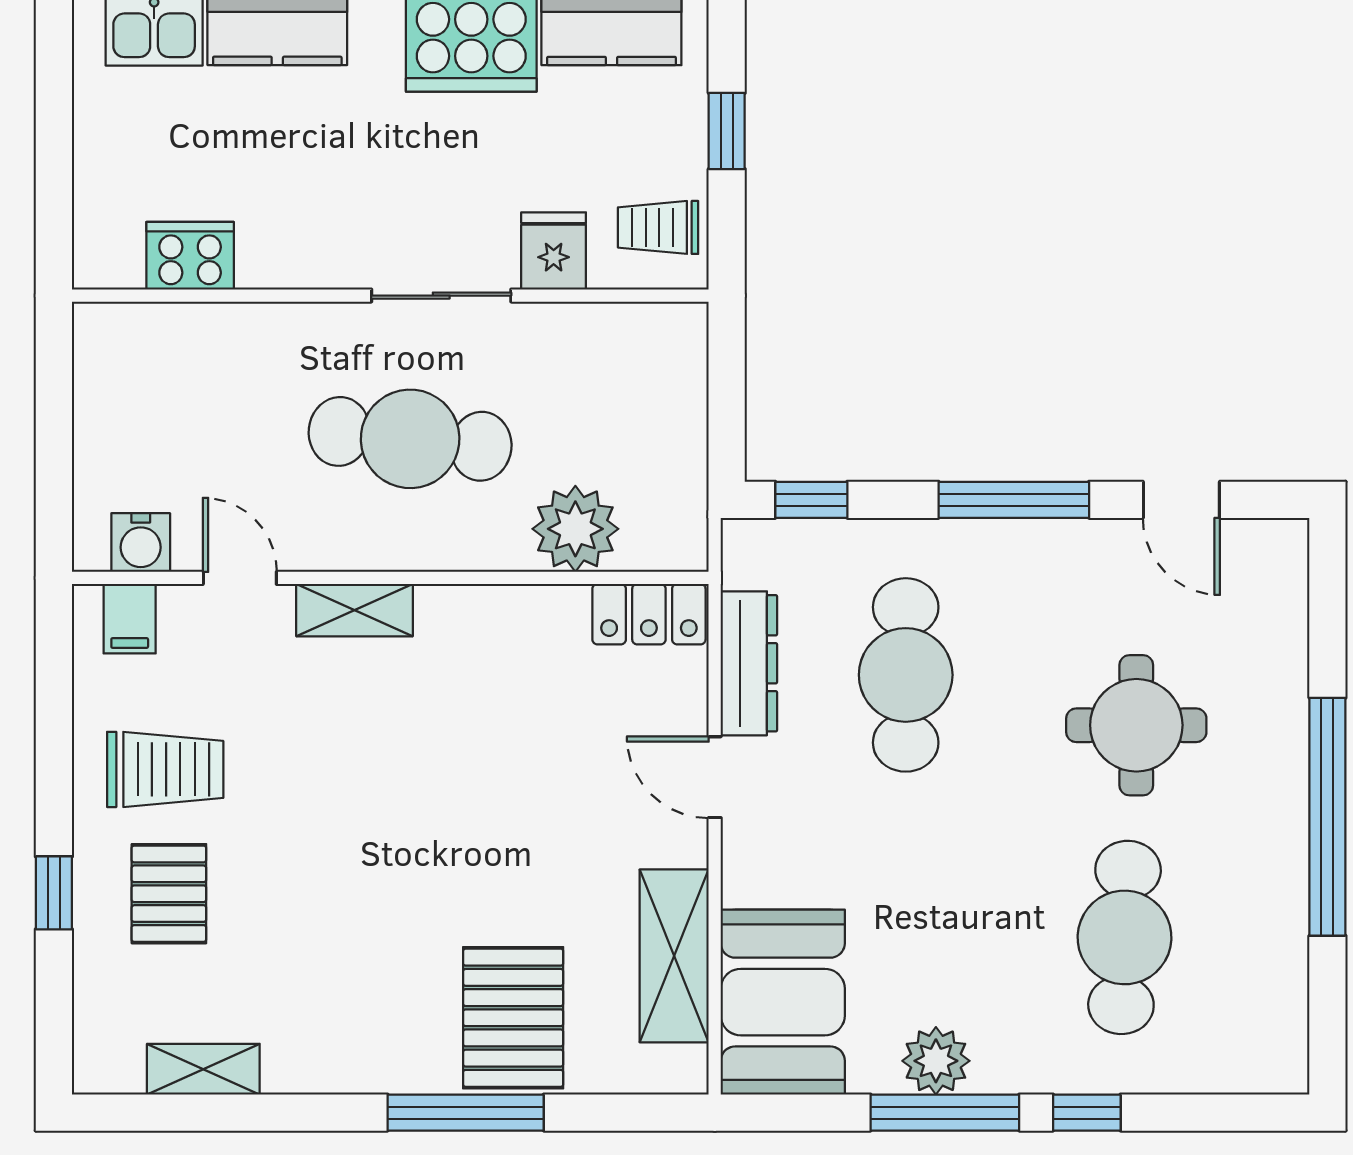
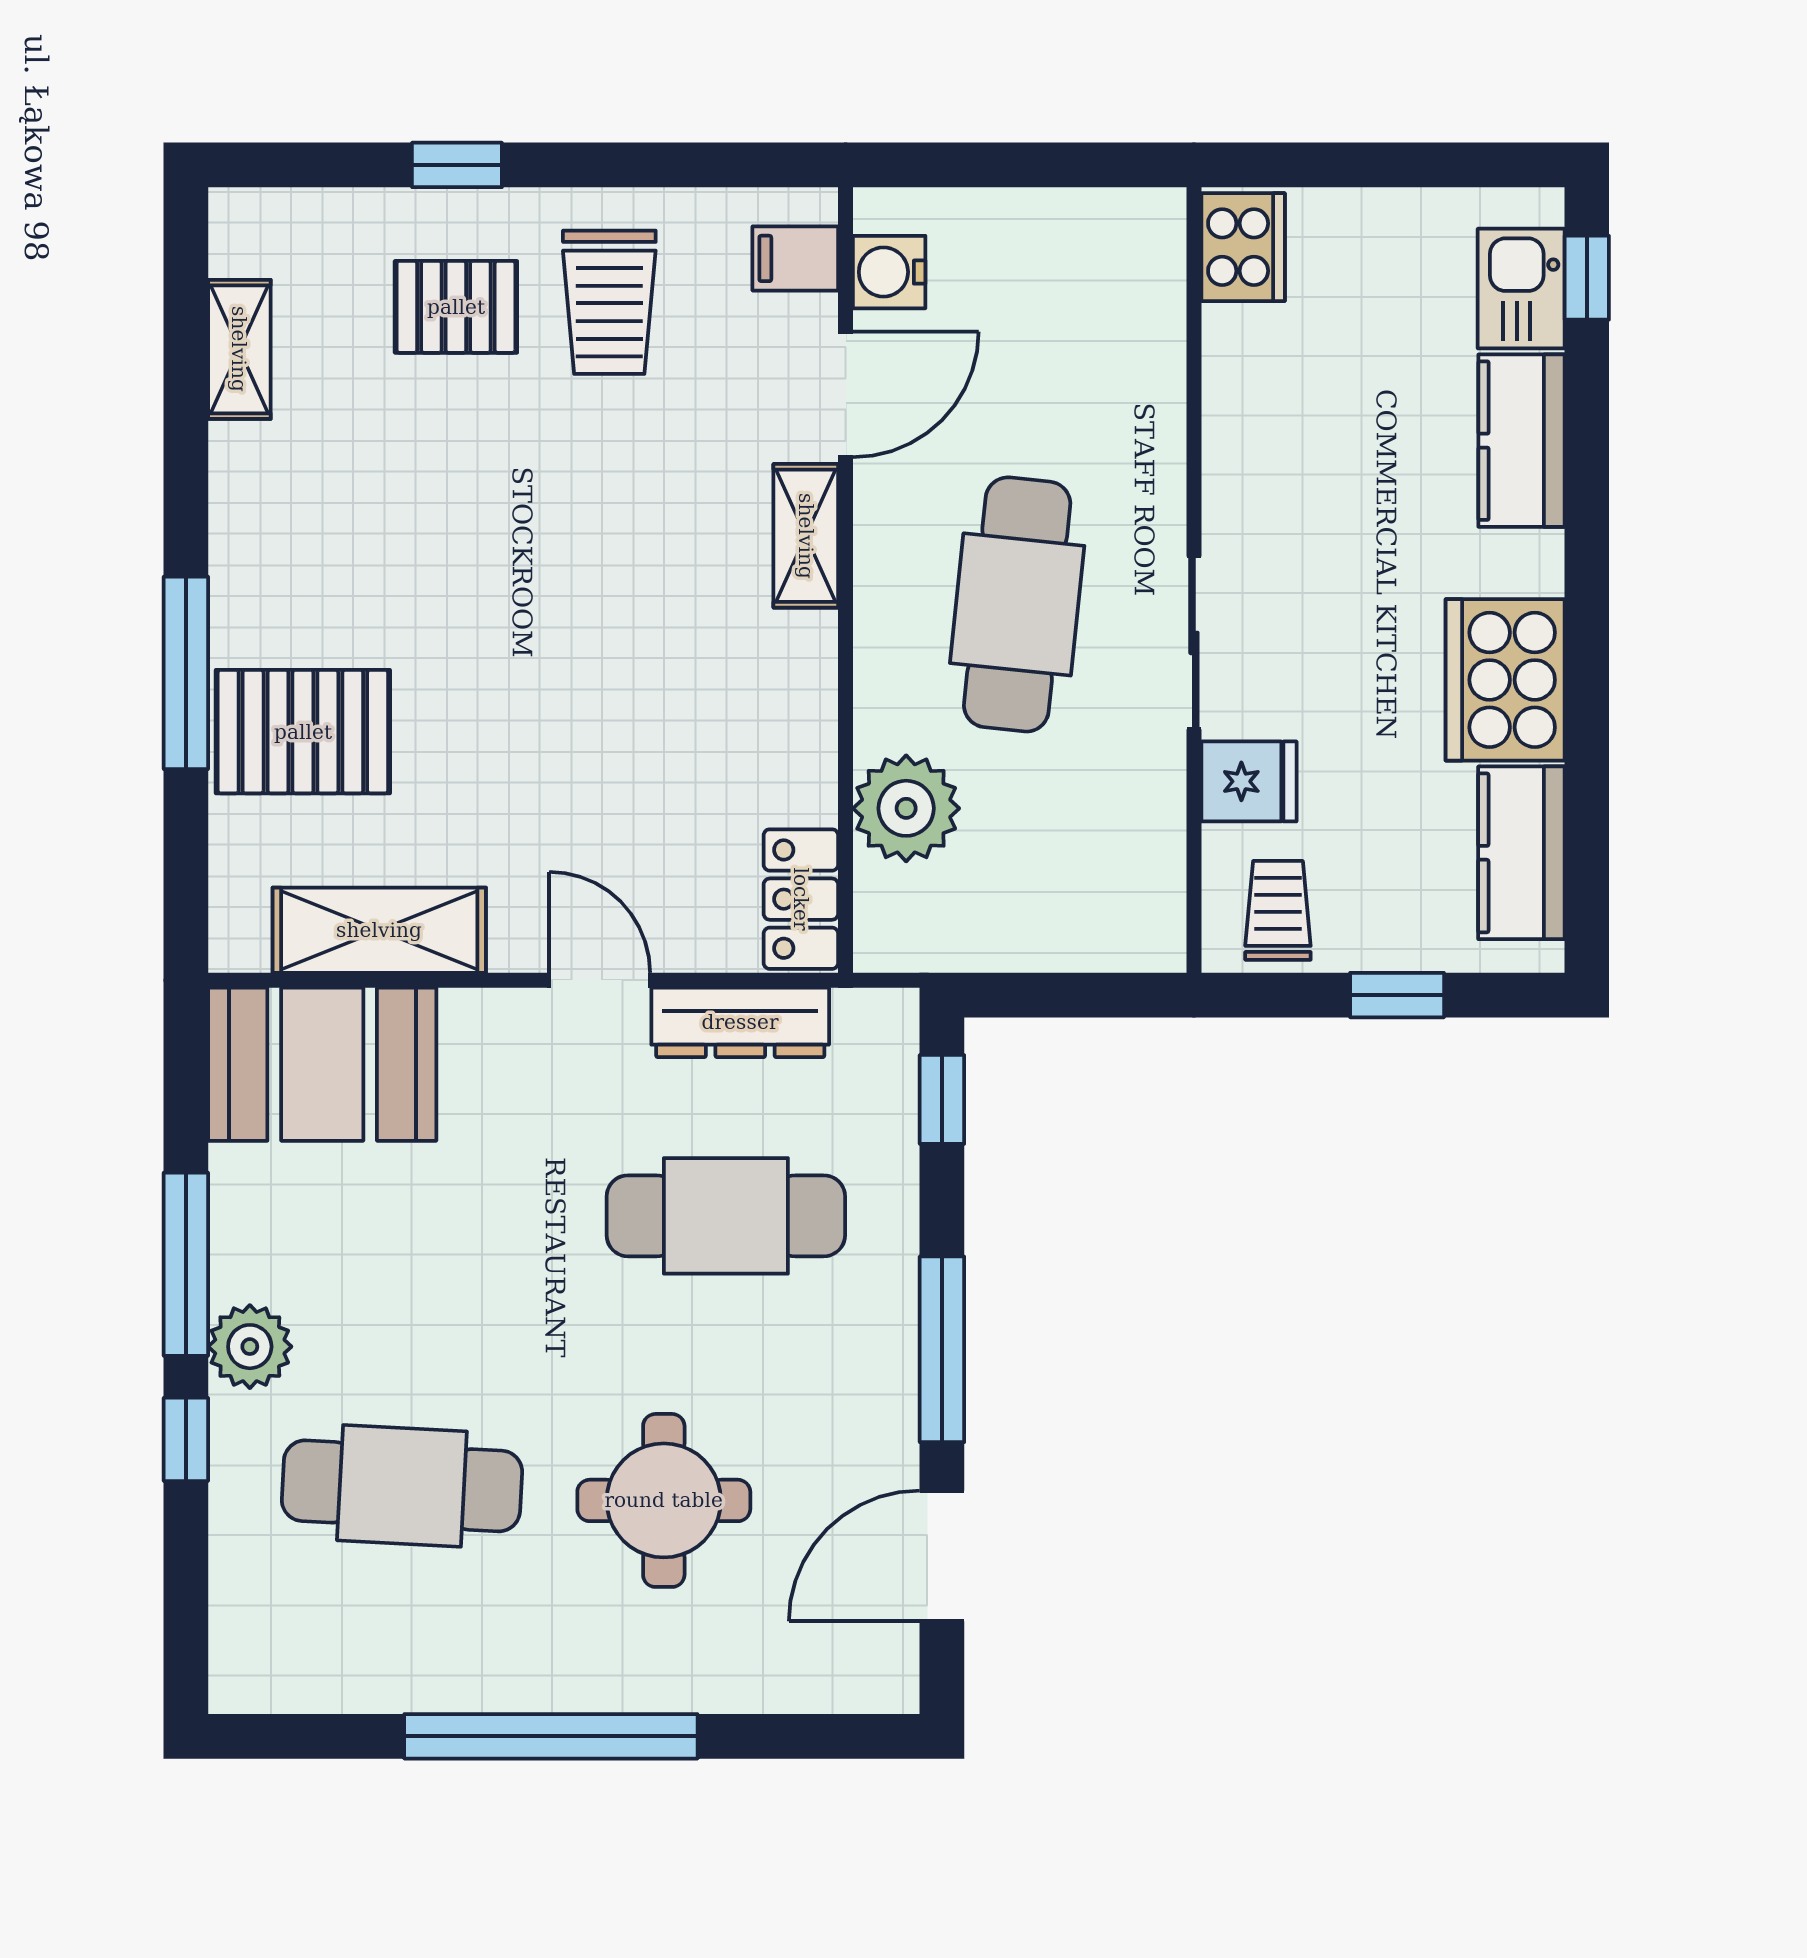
cooker: (190, 256) -> (1243, 247), moved
door: (1181, 500) -> (942, 1556), width x1.38
door: (240, 578) -> (846, 394), width x1.38
door: (715, 777) -> (600, 980), hinge flipped
plant: (936, 1061) -> (250, 1347), moved

